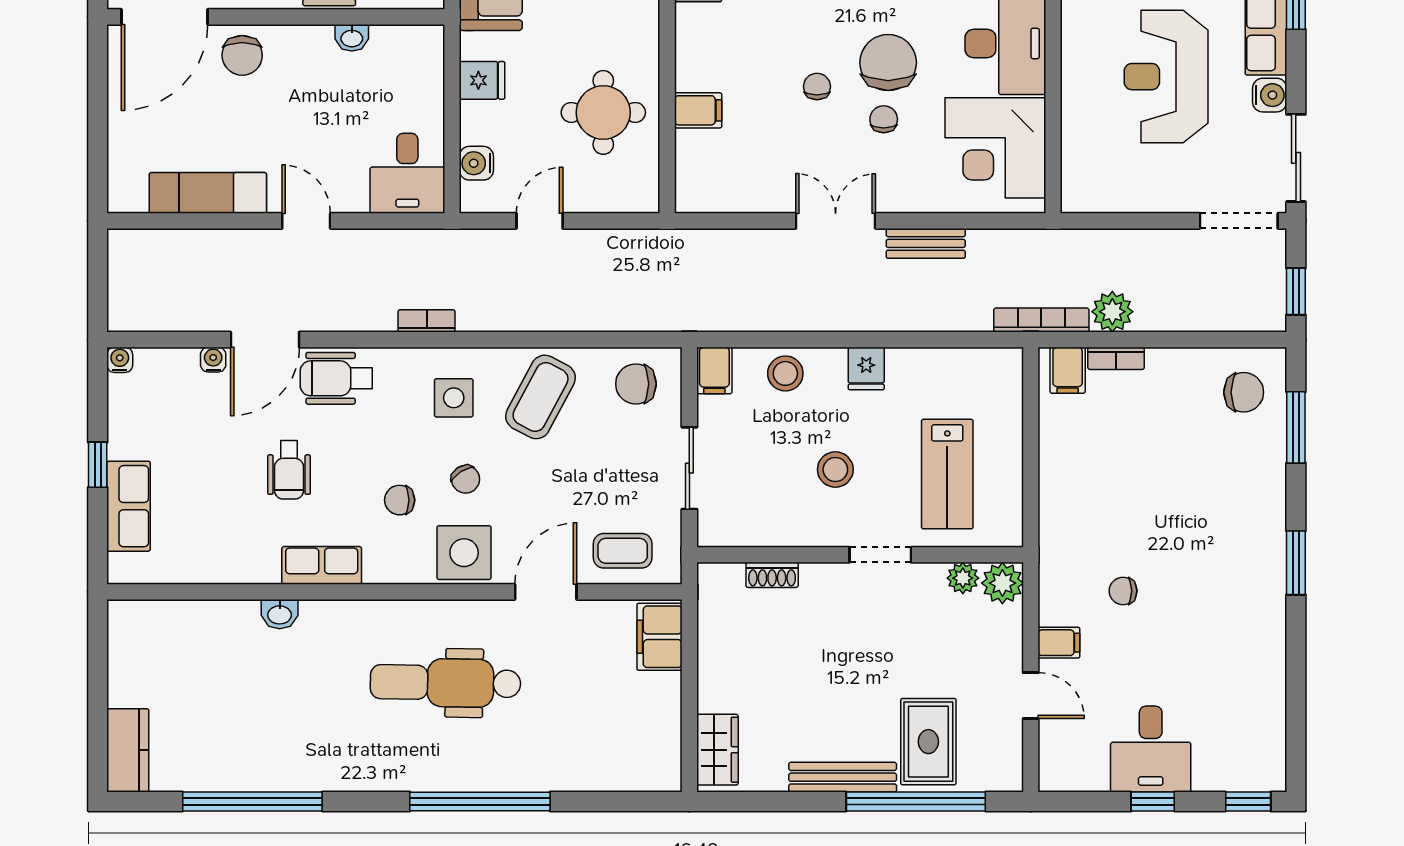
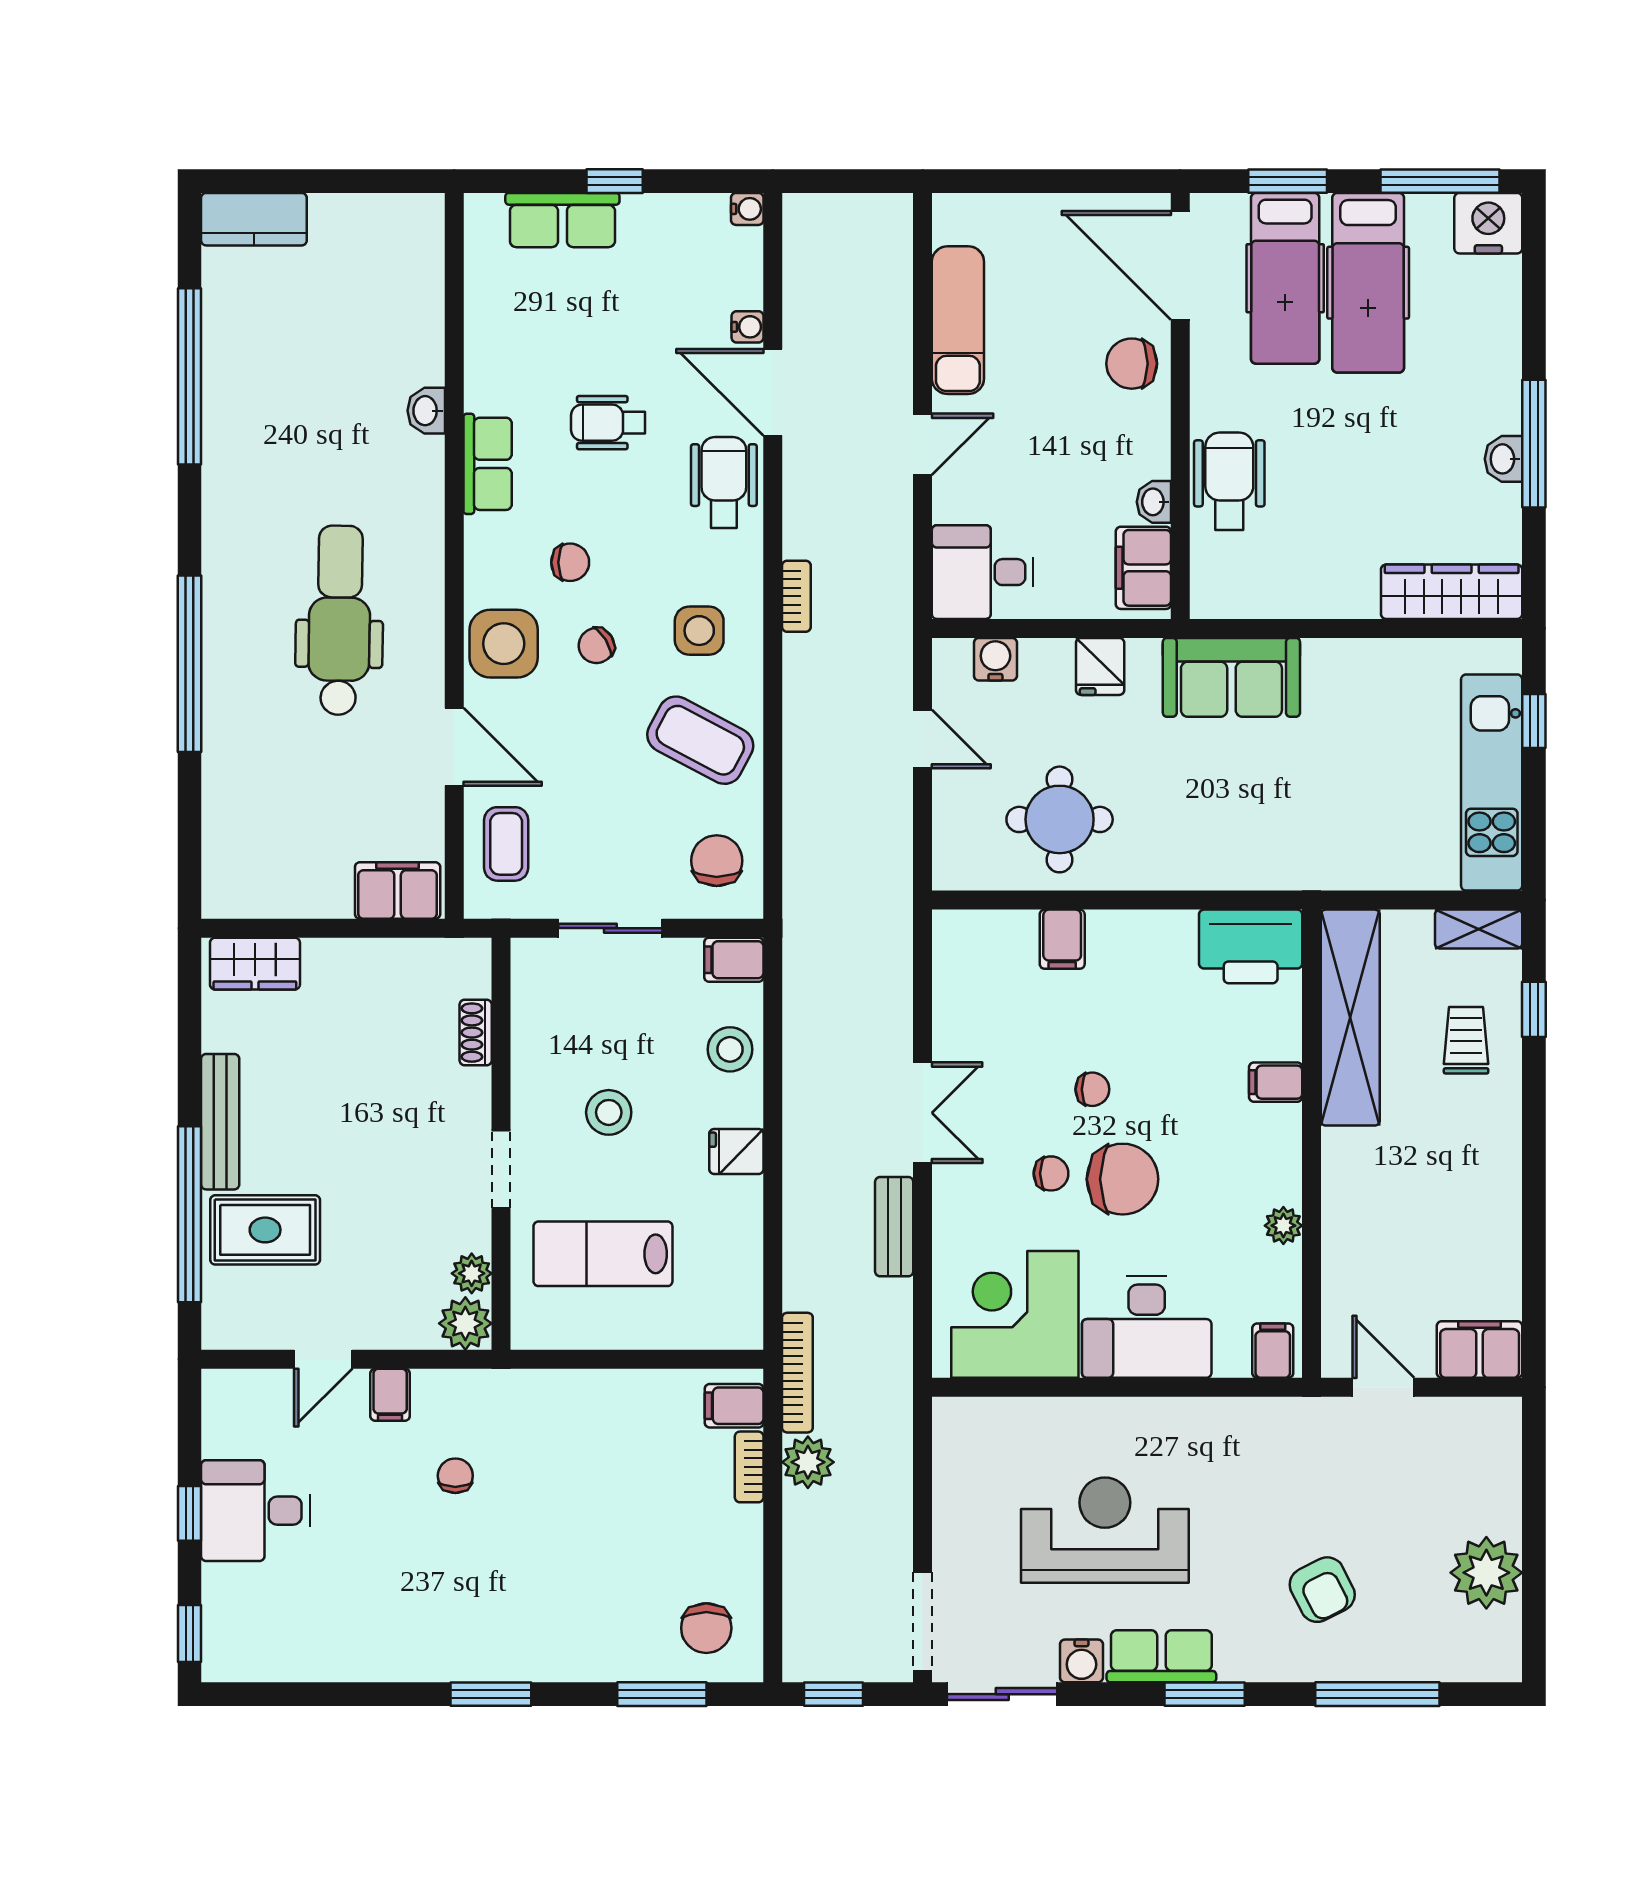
filing cabinet: (404, 46) -> (1143, 568), added
chair: (400, 500) -> (570, 562), turned 90

